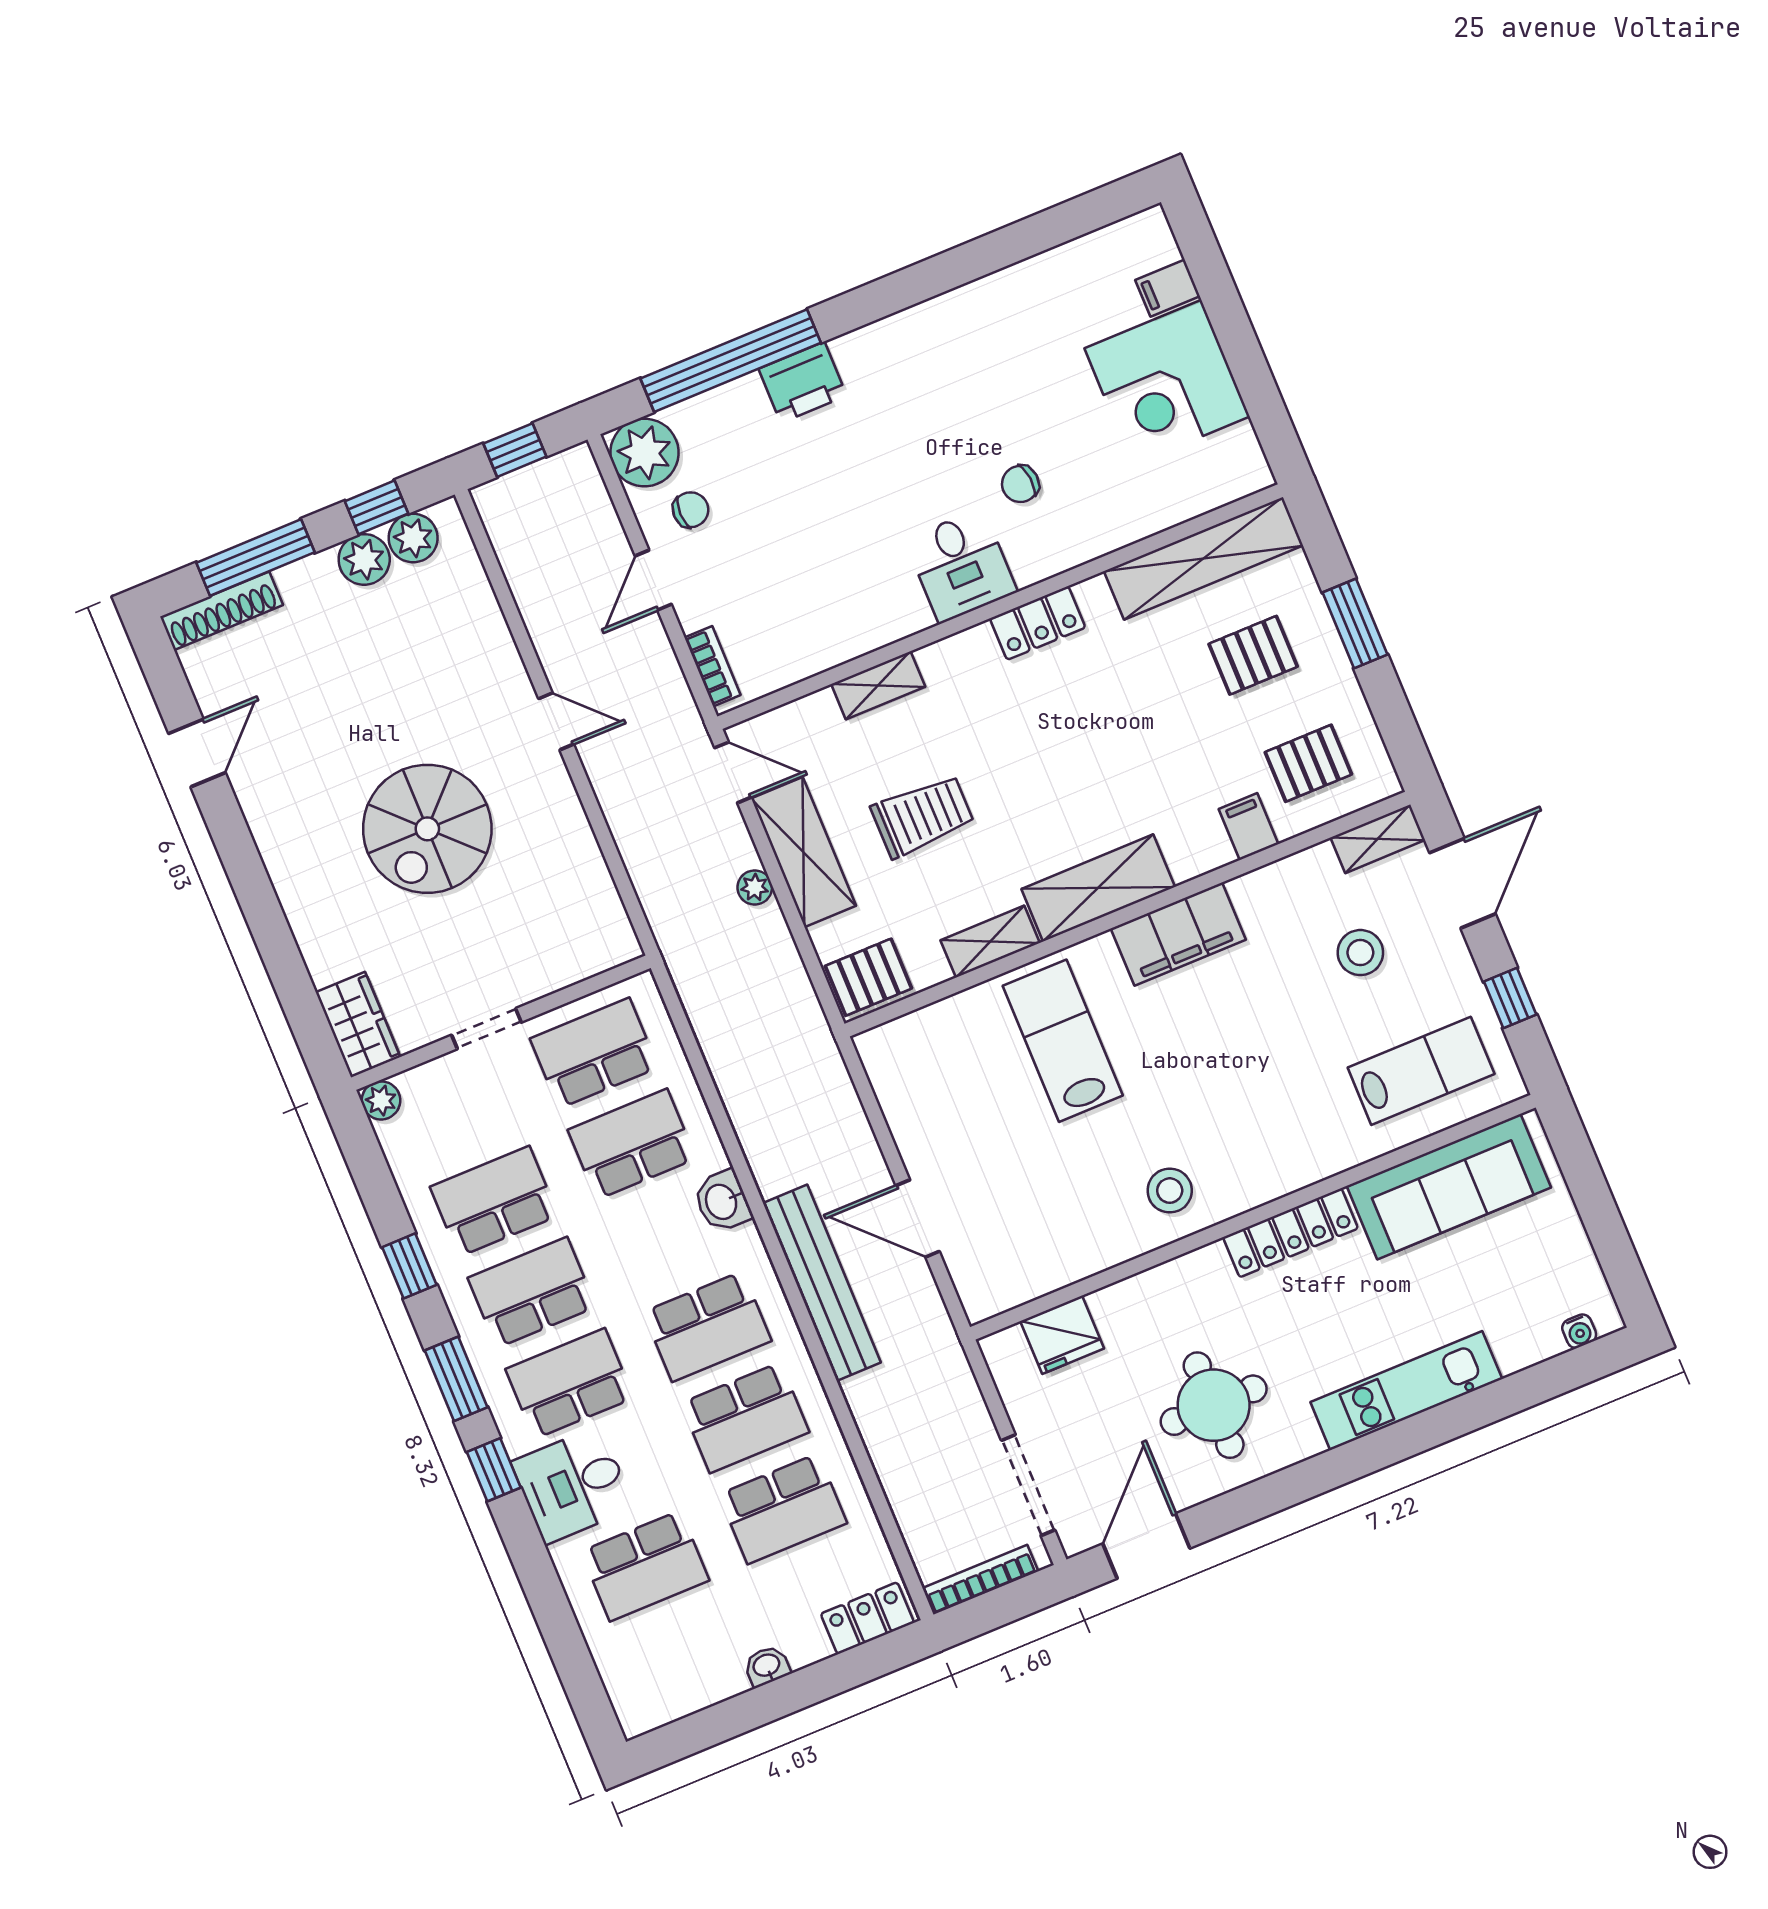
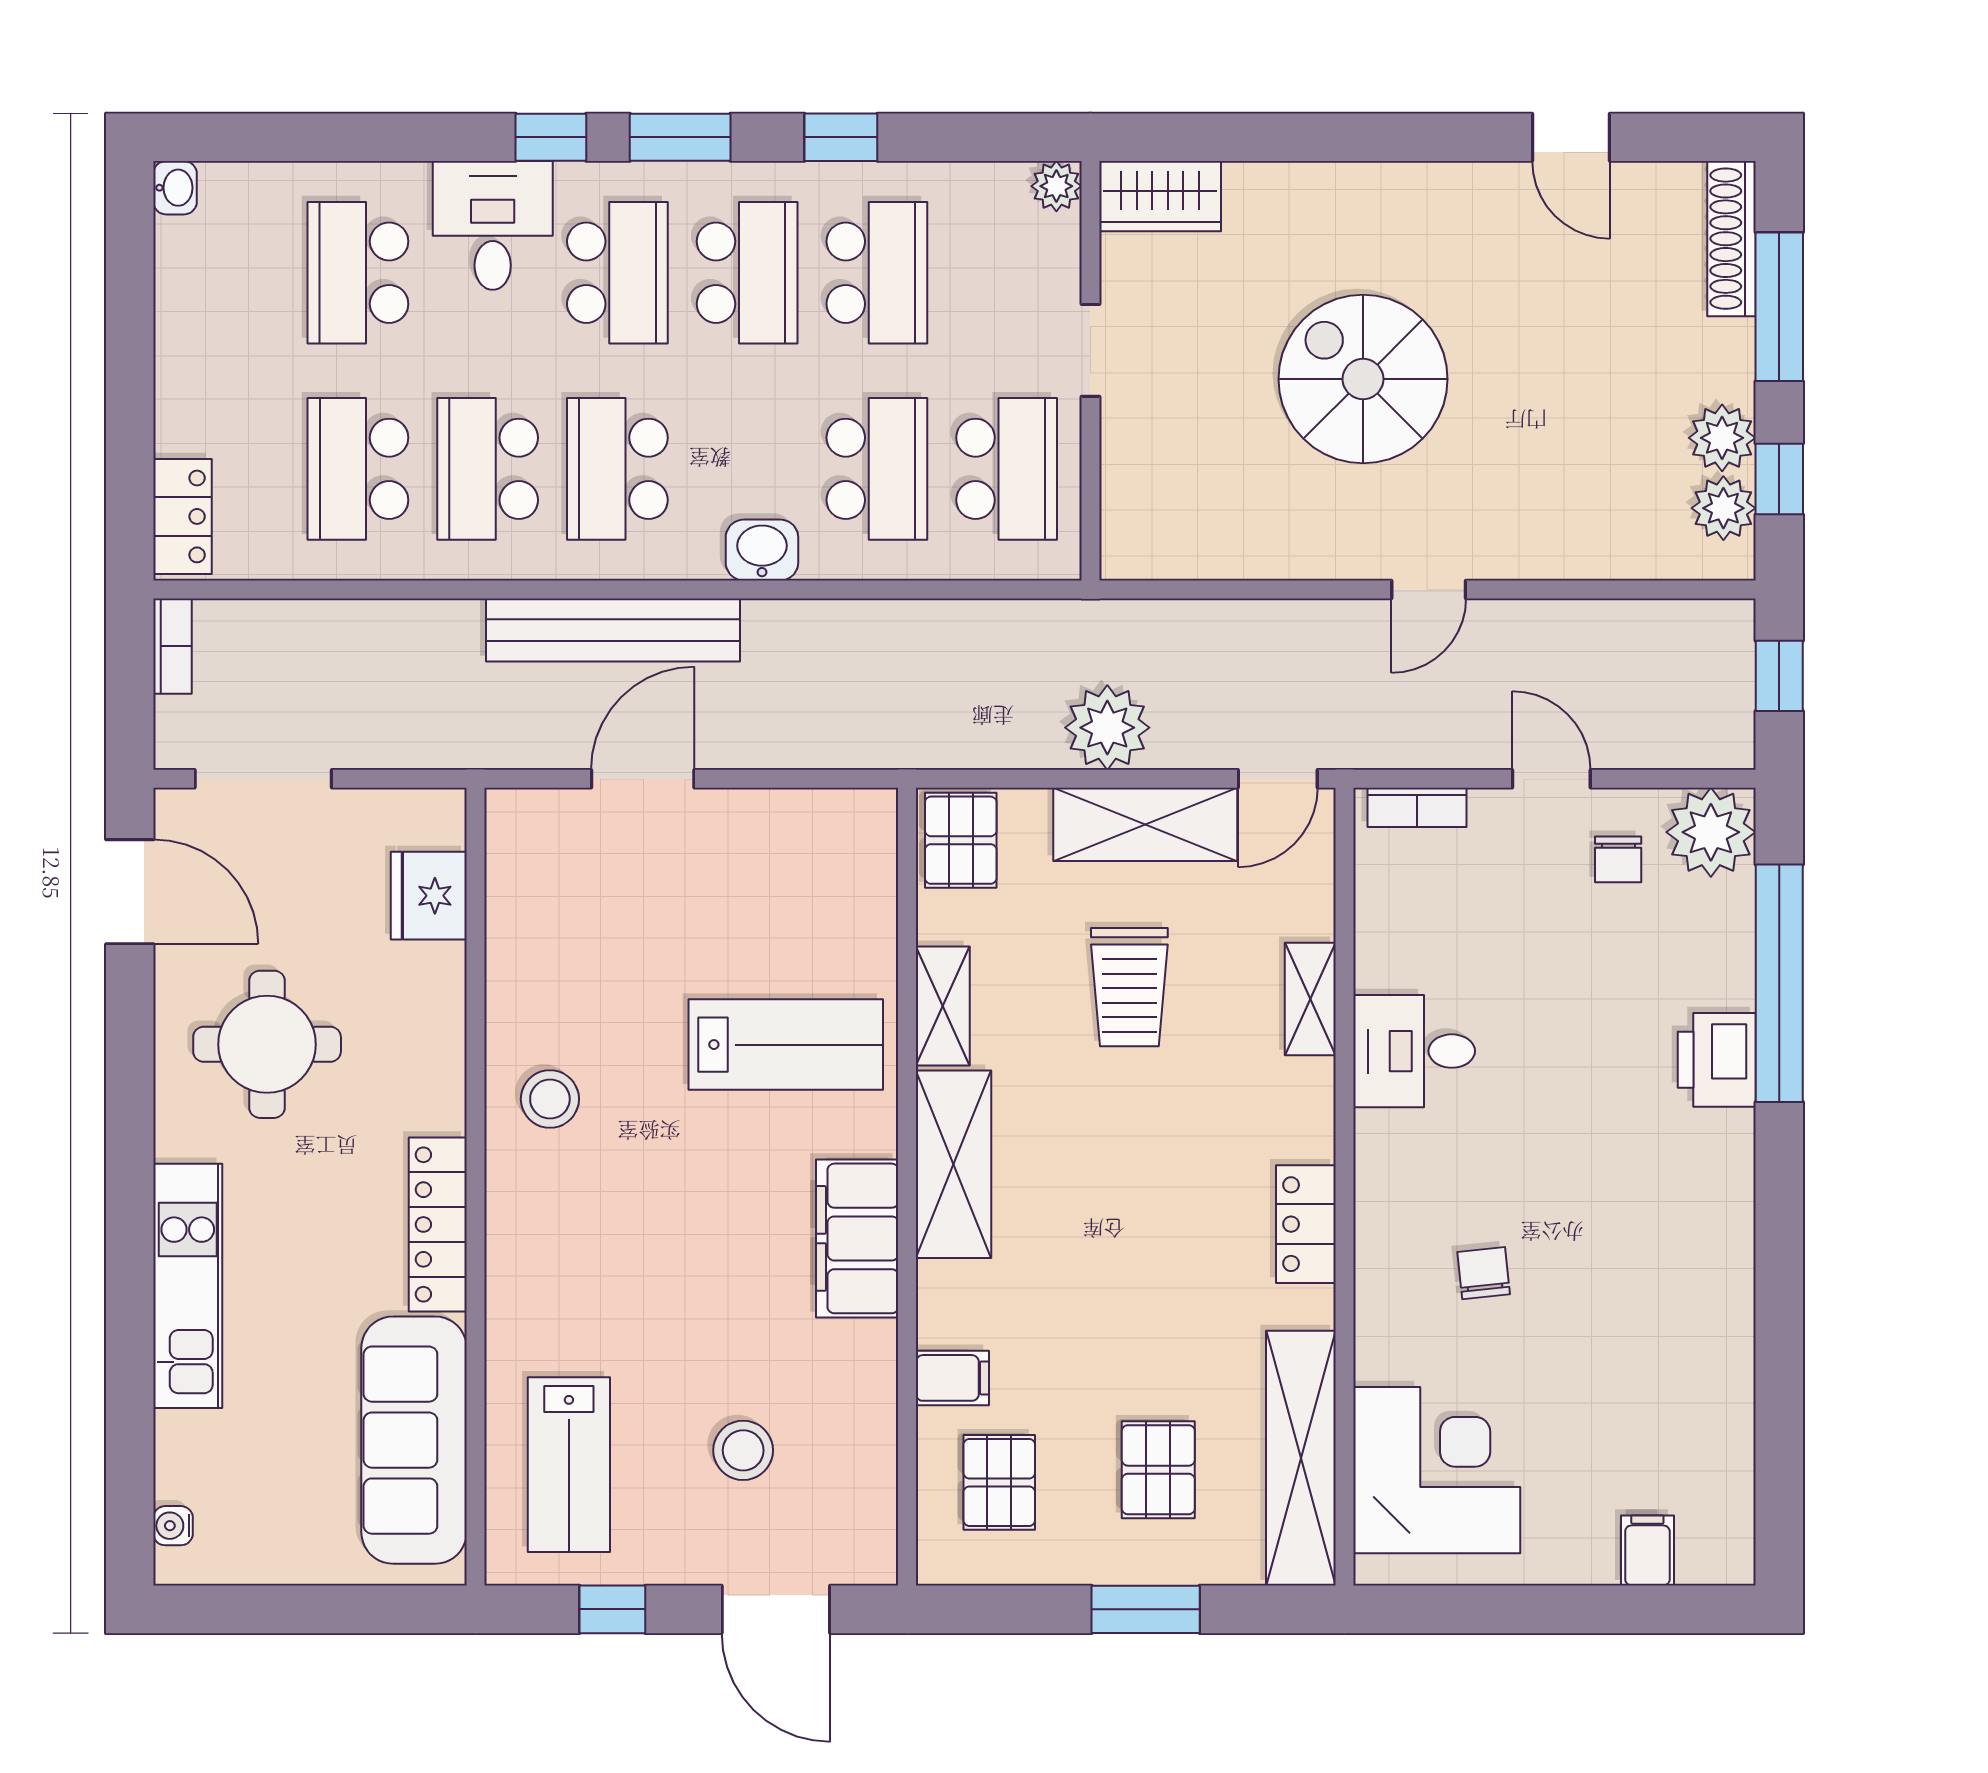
corner desk: (1167, 382) -> (1437, 1470), moved, turned 90
desk: (961, 566) -> (1414, 1051), moved
shelving: (1378, 839) -> (873, 1529), removed
plant: (755, 887) -> (1107, 728), width x1.87, depth x1.87
bookcase: (980, 1580) -> (172, 646), width x0.64
washbasin: (767, 1666) -> (175, 188), moved

